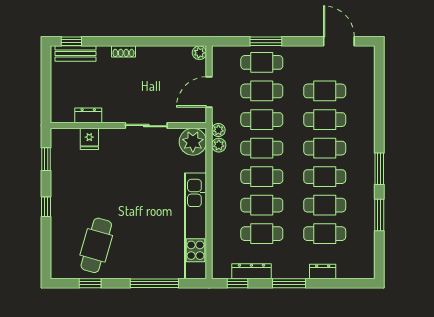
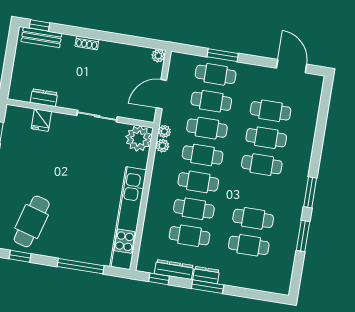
cafe table: (325, 177) -> (257, 192), removed
dresser: (323, 272) -> (206, 275), moved

